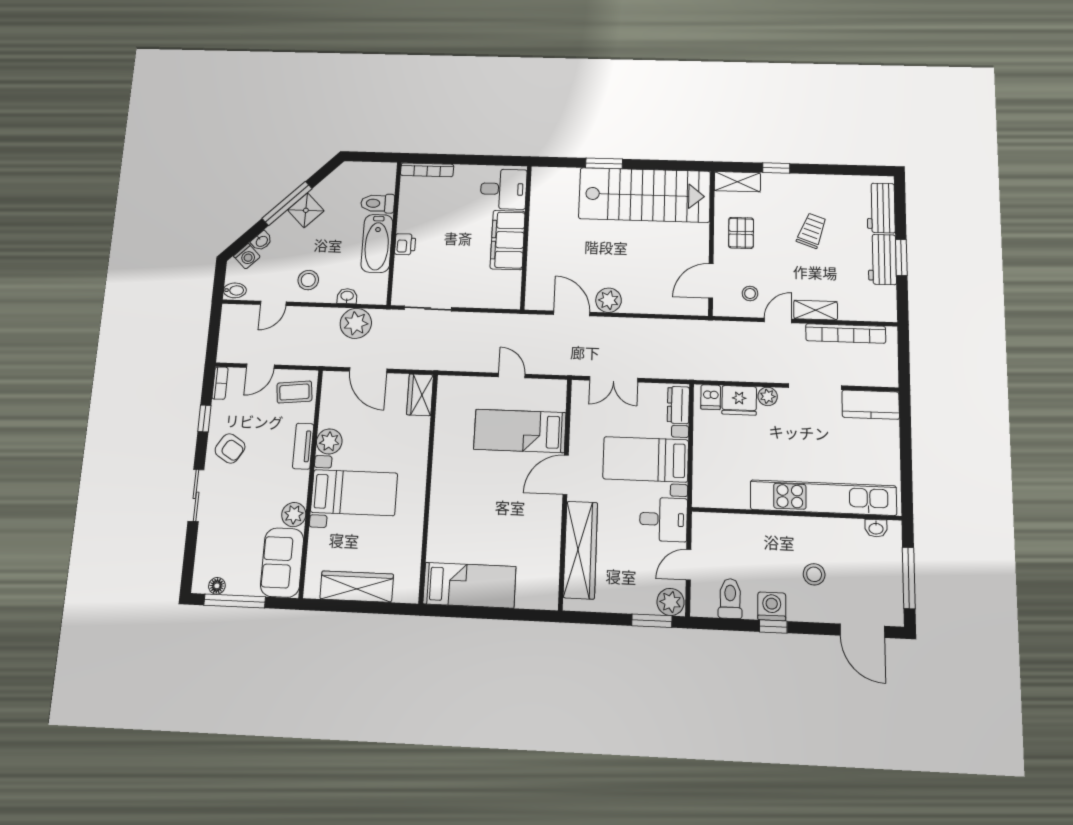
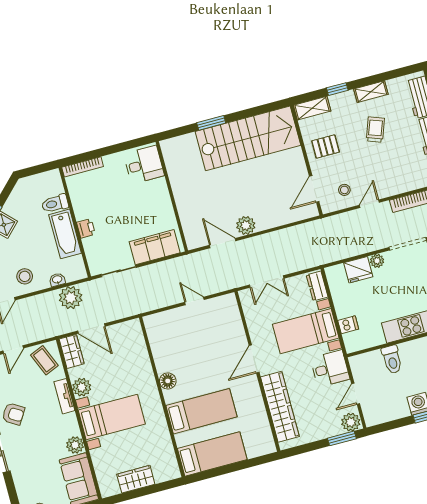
pallet: (741, 233) -> (326, 146), turned 90
filing cabinet: (508, 240) -> (155, 247), moved, turned 90
shelving: (816, 310) -> (371, 92), moved
coffee table: (294, 392) -> (44, 360), turned 73
wardrobe: (420, 395) -> (72, 351), moved, turned 180
dishwasher: (711, 397) -> (348, 325), moved, turned -90
bed: (520, 431) -> (201, 411), moved, turned 180
floor lamp: (443, 468) -> (168, 381), added
wardrobe: (357, 587) -> (136, 479), width x0.67
toilet: (730, 599) -> (392, 359), moved, turned 180

